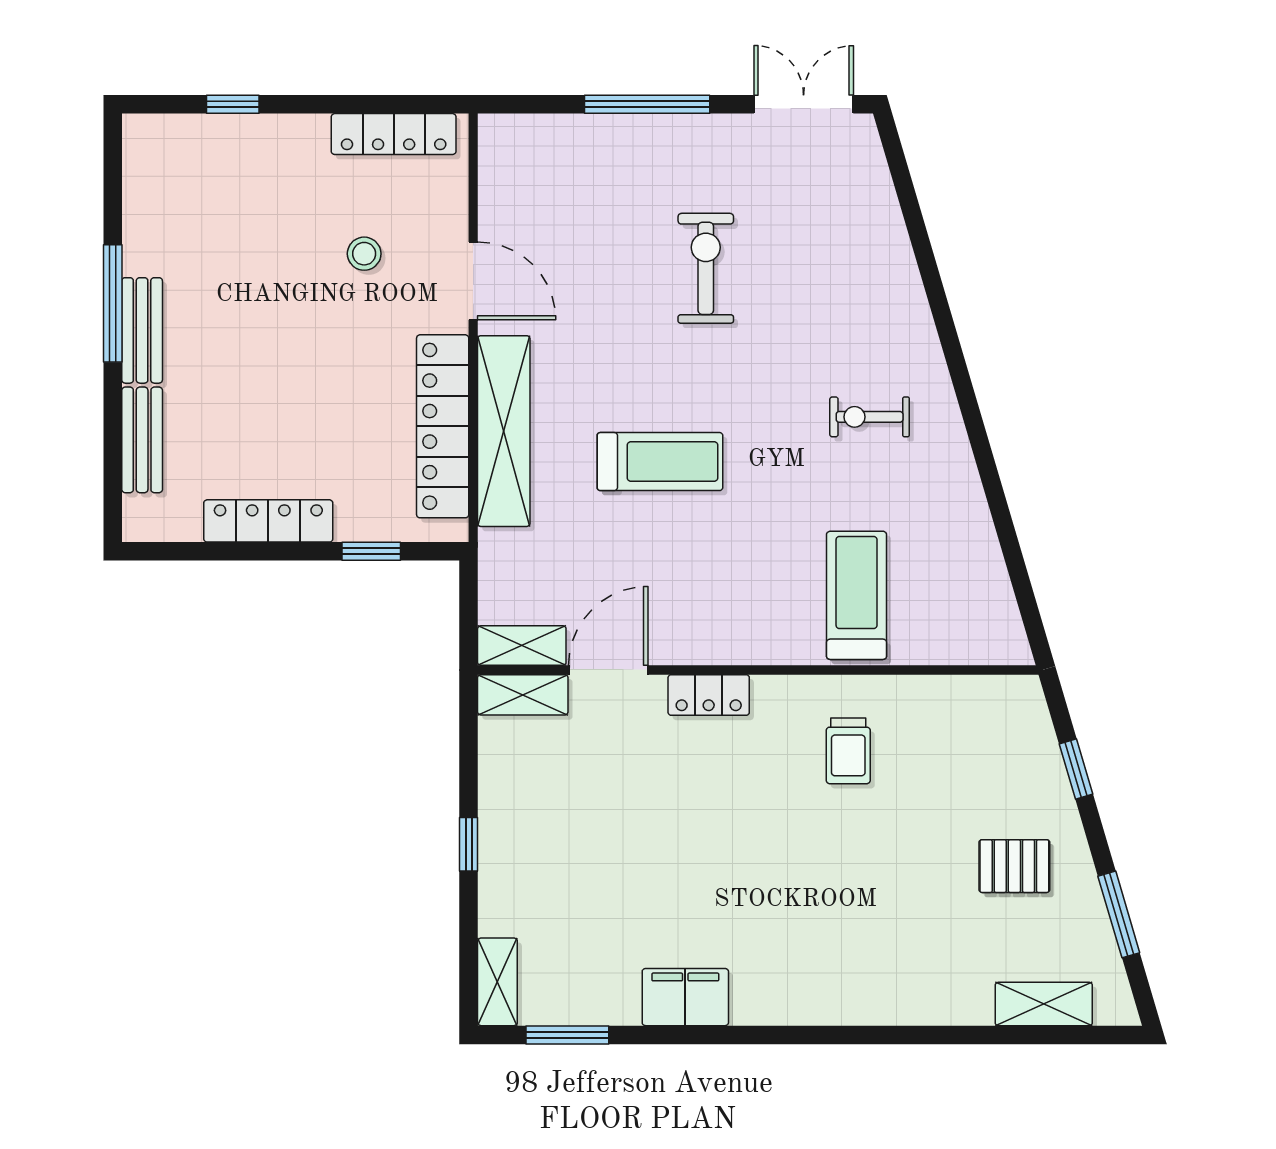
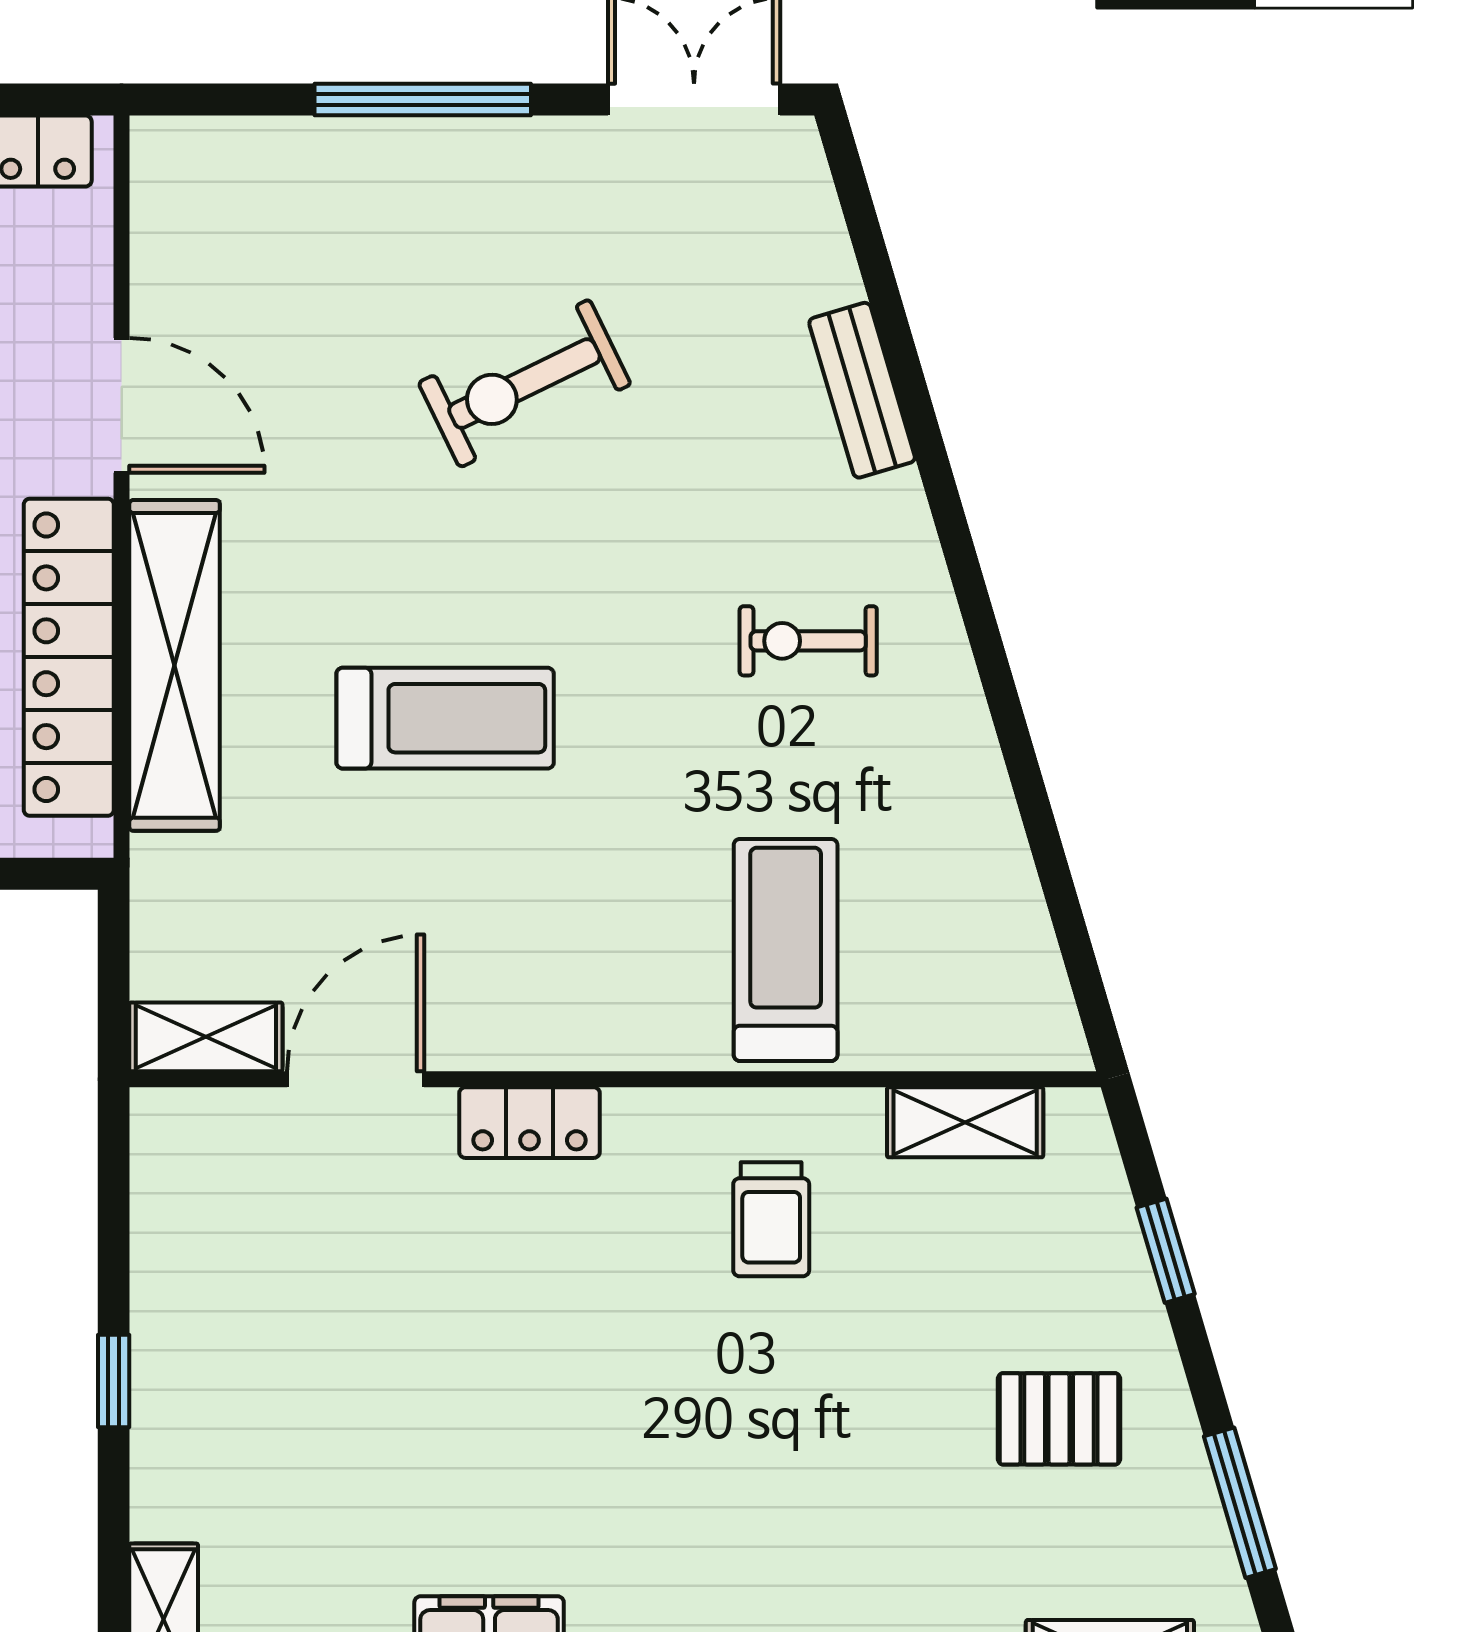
exercise bike: (706, 268) -> (524, 384), turned -116
bench: (901, 272) -> (862, 390), added
shelving: (523, 695) -> (965, 1122), moved

